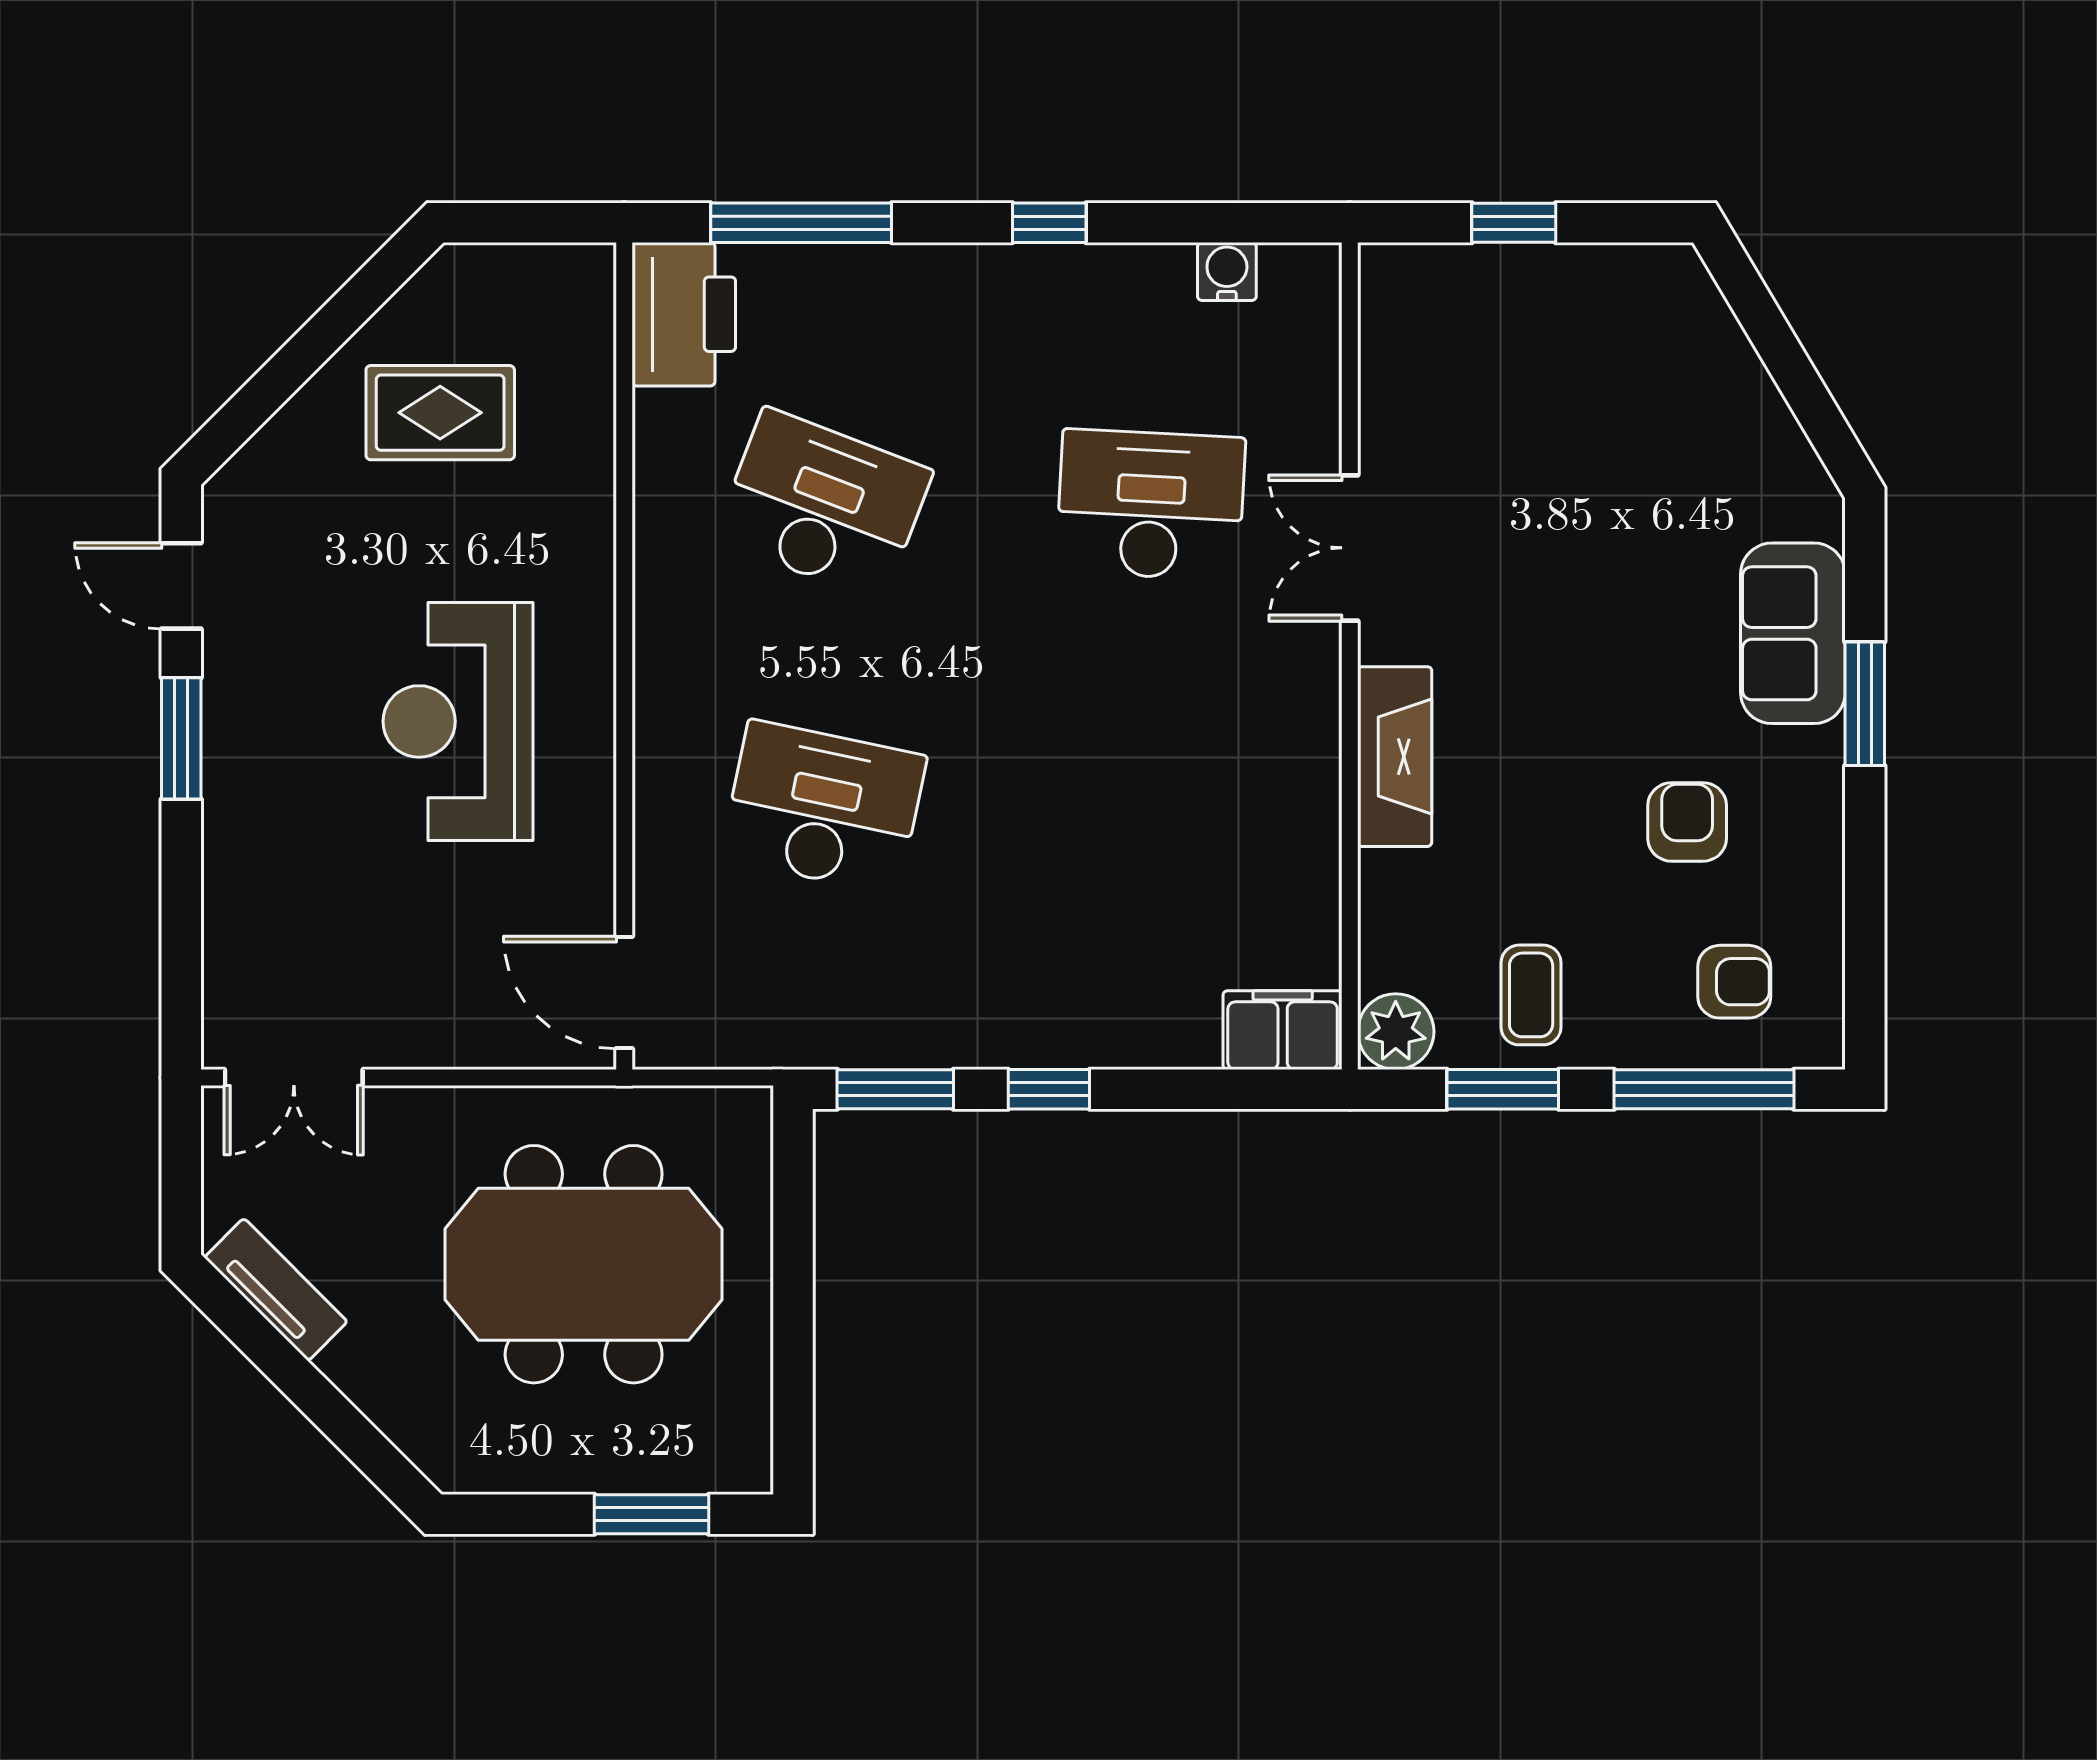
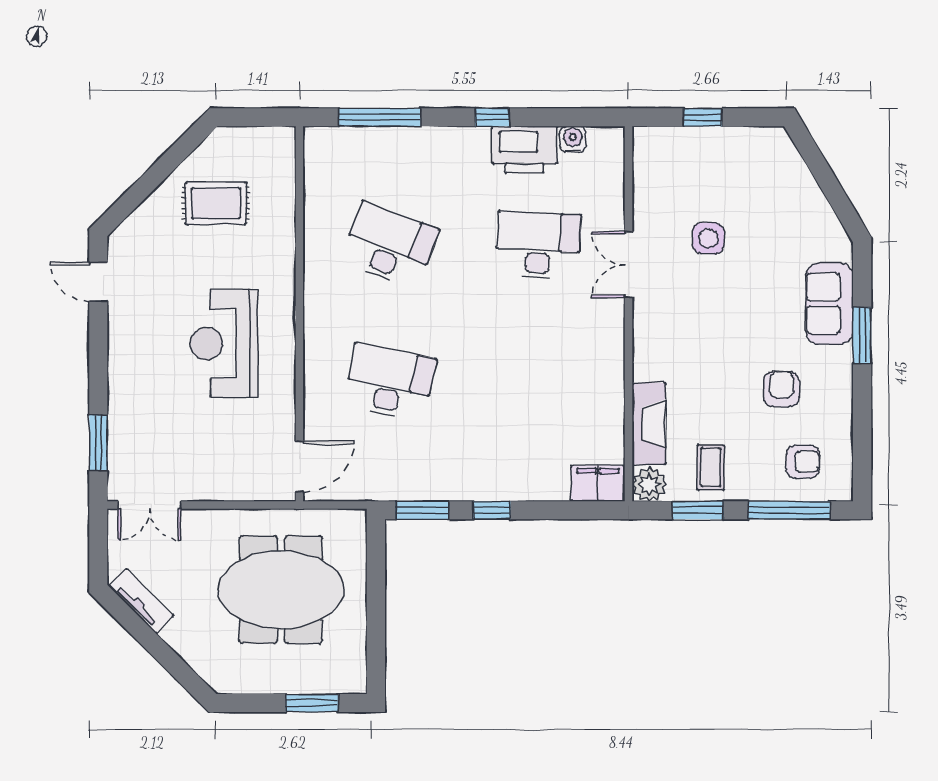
printer: (684, 314) -> (524, 149), moved, turned 90
side table: (1526, 490) -> (708, 238), added
window: (181, 738) -> (98, 443), moved
fireplace: (1395, 757) -> (649, 424), moved
door: (624, 993) -> (299, 466), swing flipped

